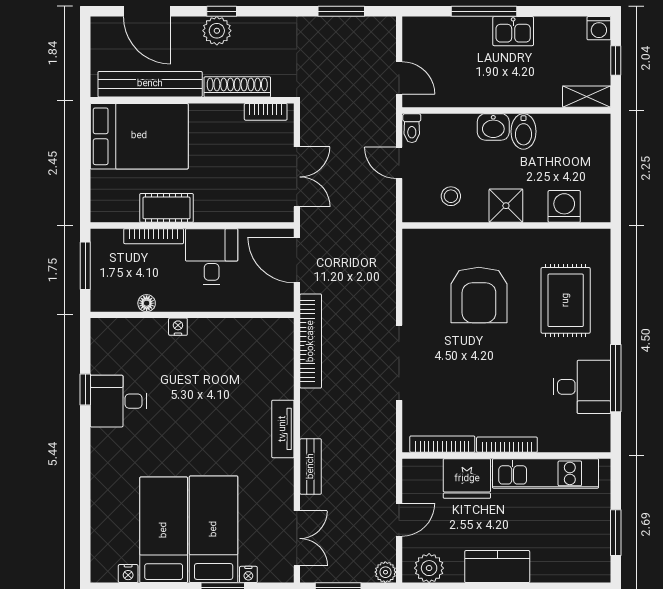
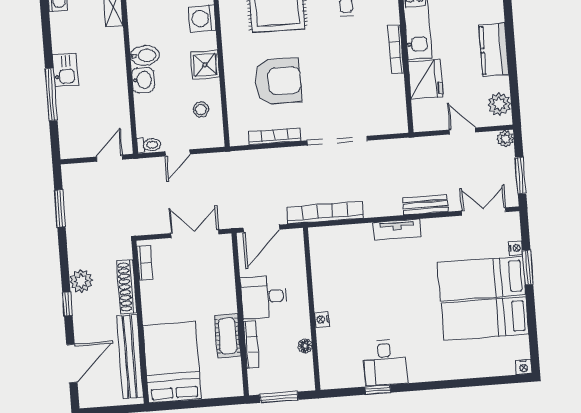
plant: (217, 31) -> (81, 281), moved
bookcase: (442, 444) -> (275, 136), moved, turned 90
nightstand: (128, 574) -> (524, 367), moved, turned 90

